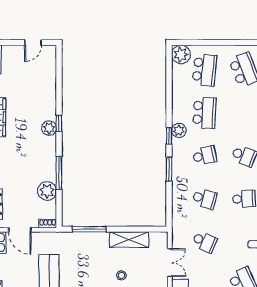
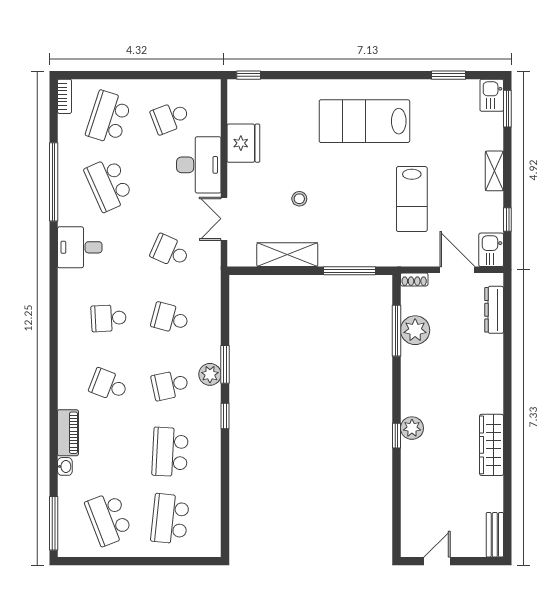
plant: (181, 54) -> (207, 543), removed
plant: (179, 130) -> (210, 374), moved
window: (59, 173) -> (396, 331), moved

